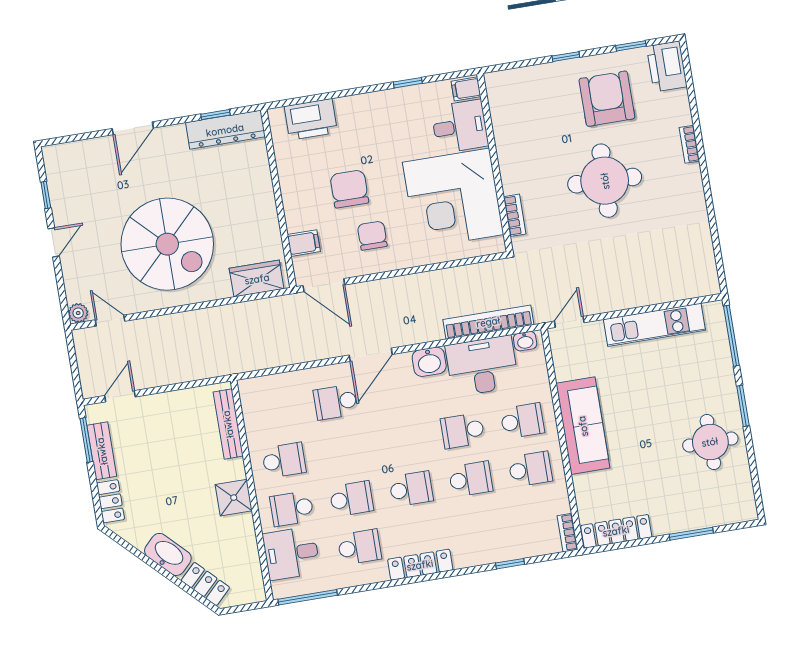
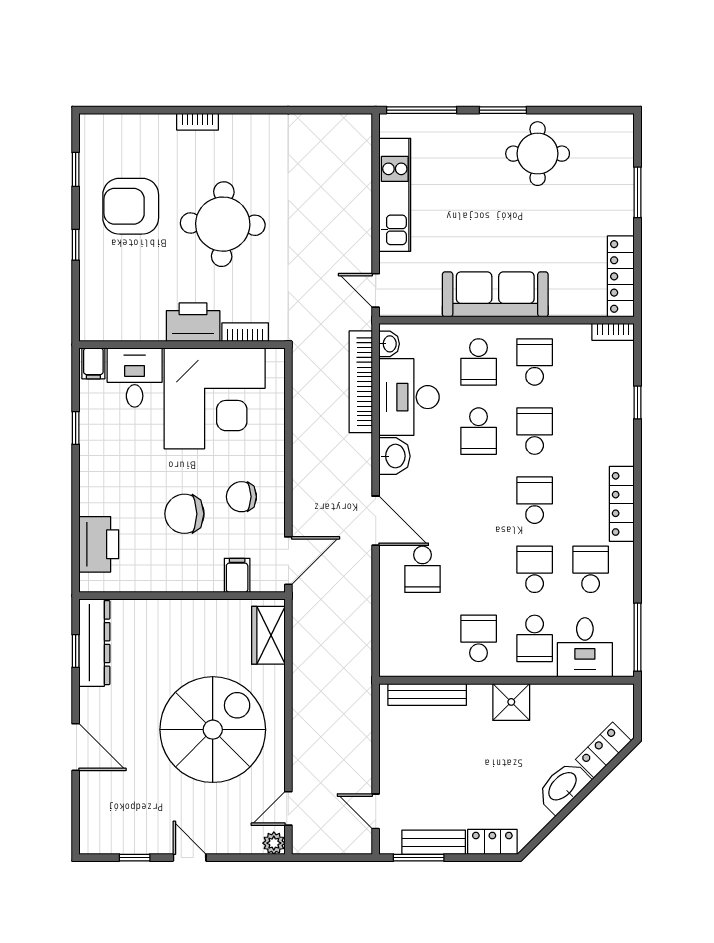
printer: (667, 66) -> (193, 322), moved, turned 180
school desk: (522, 421) -> (479, 362), turned 180

